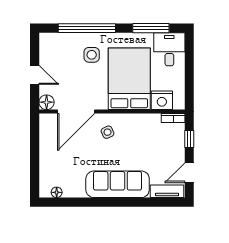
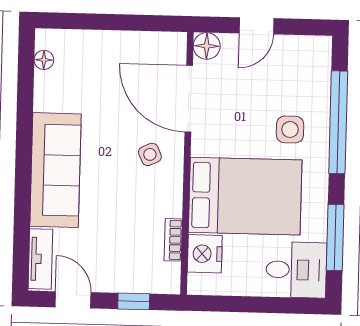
bookcase: (173, 118) -> (173, 240), moved

